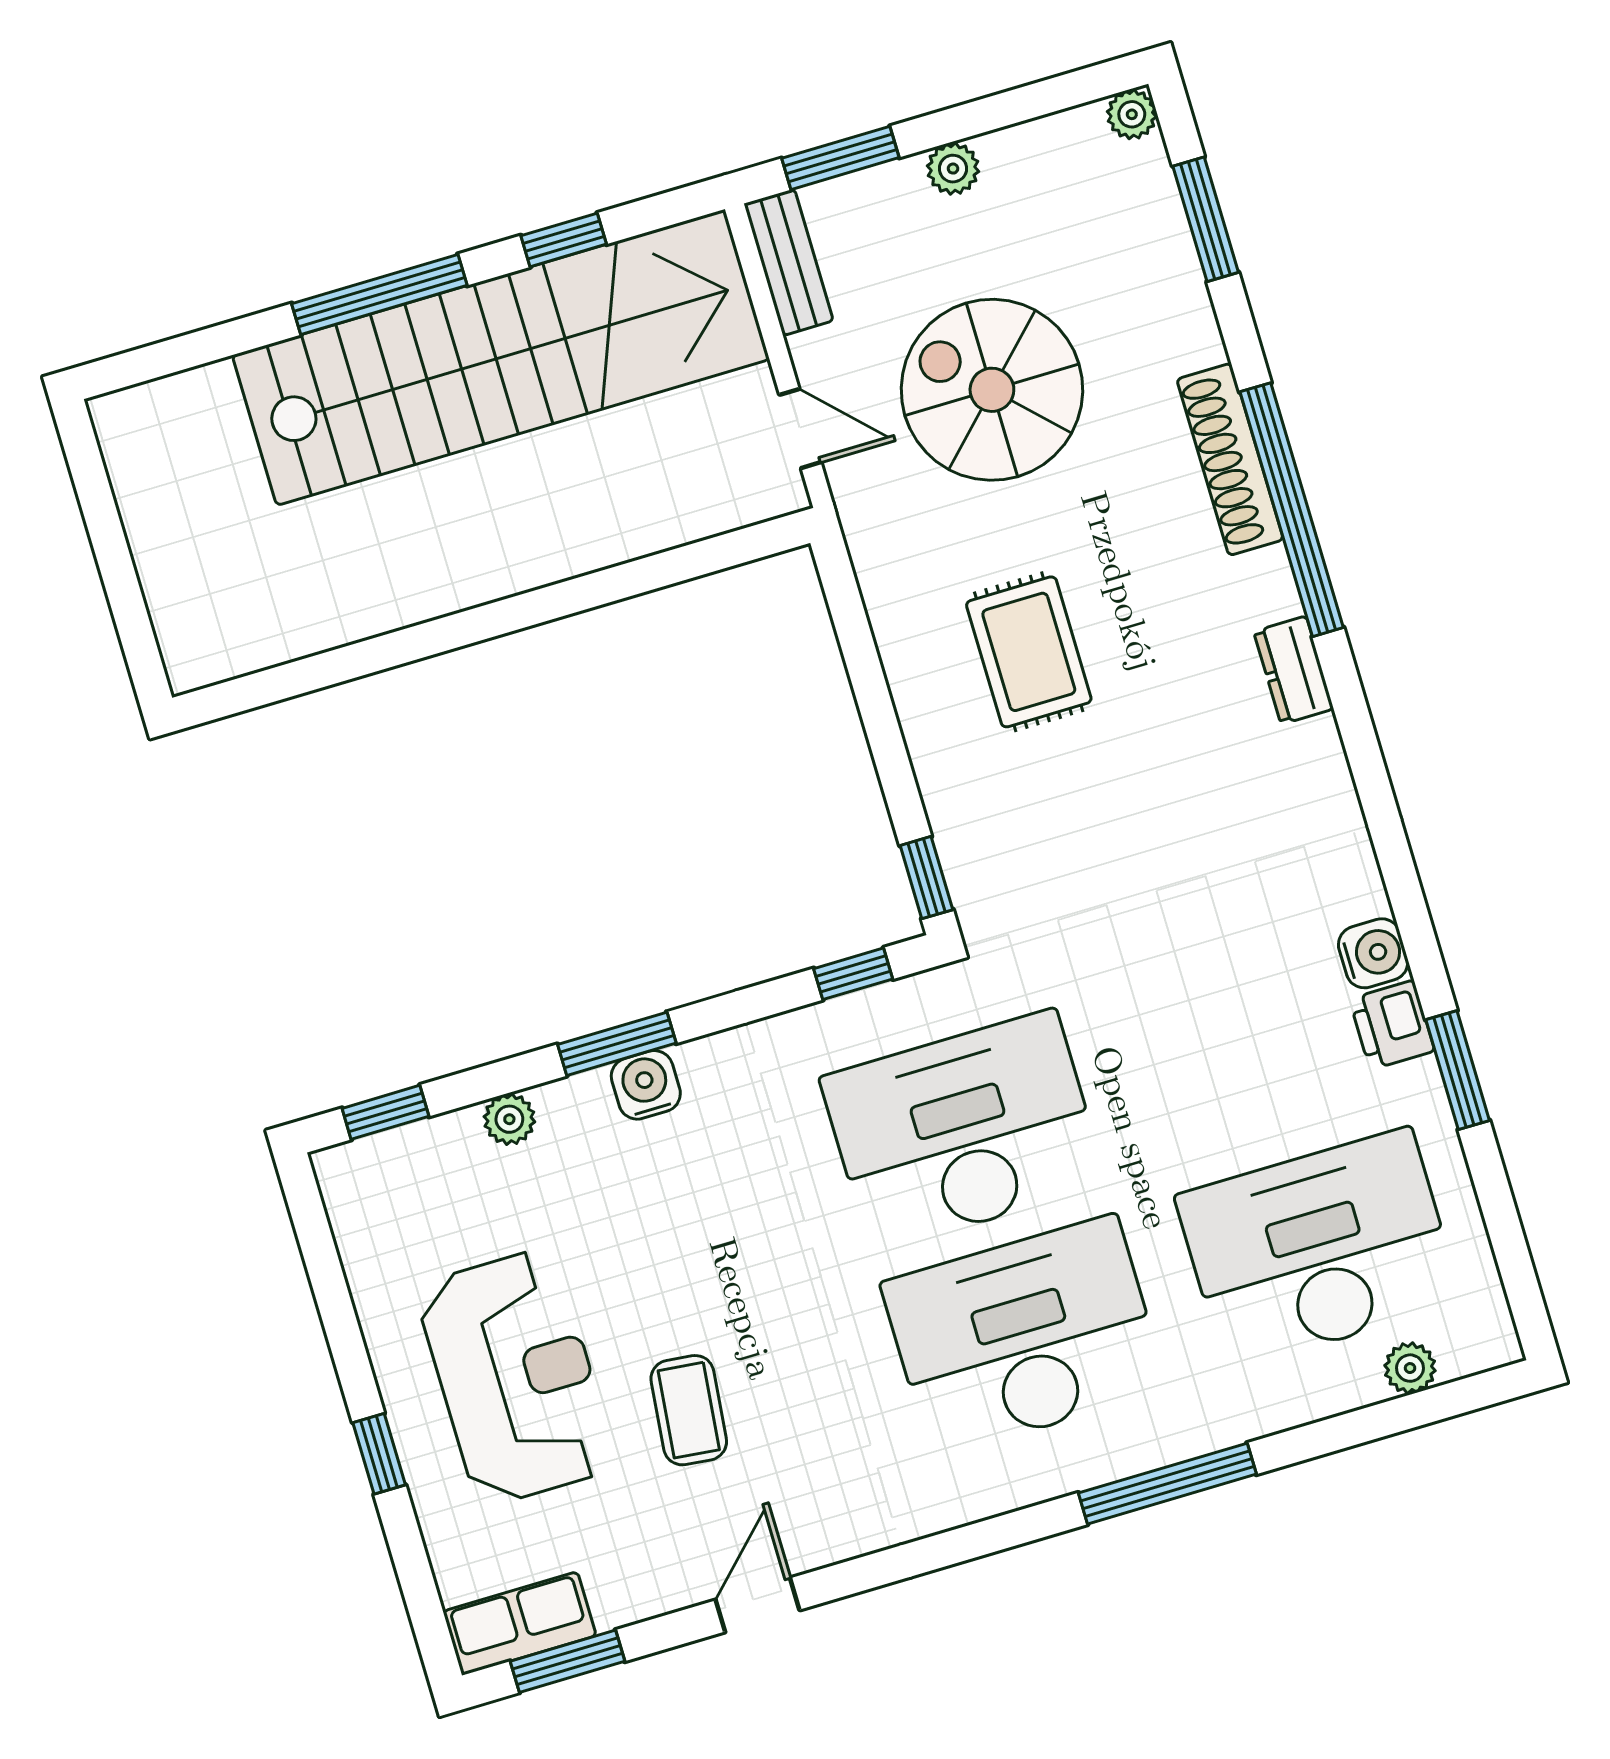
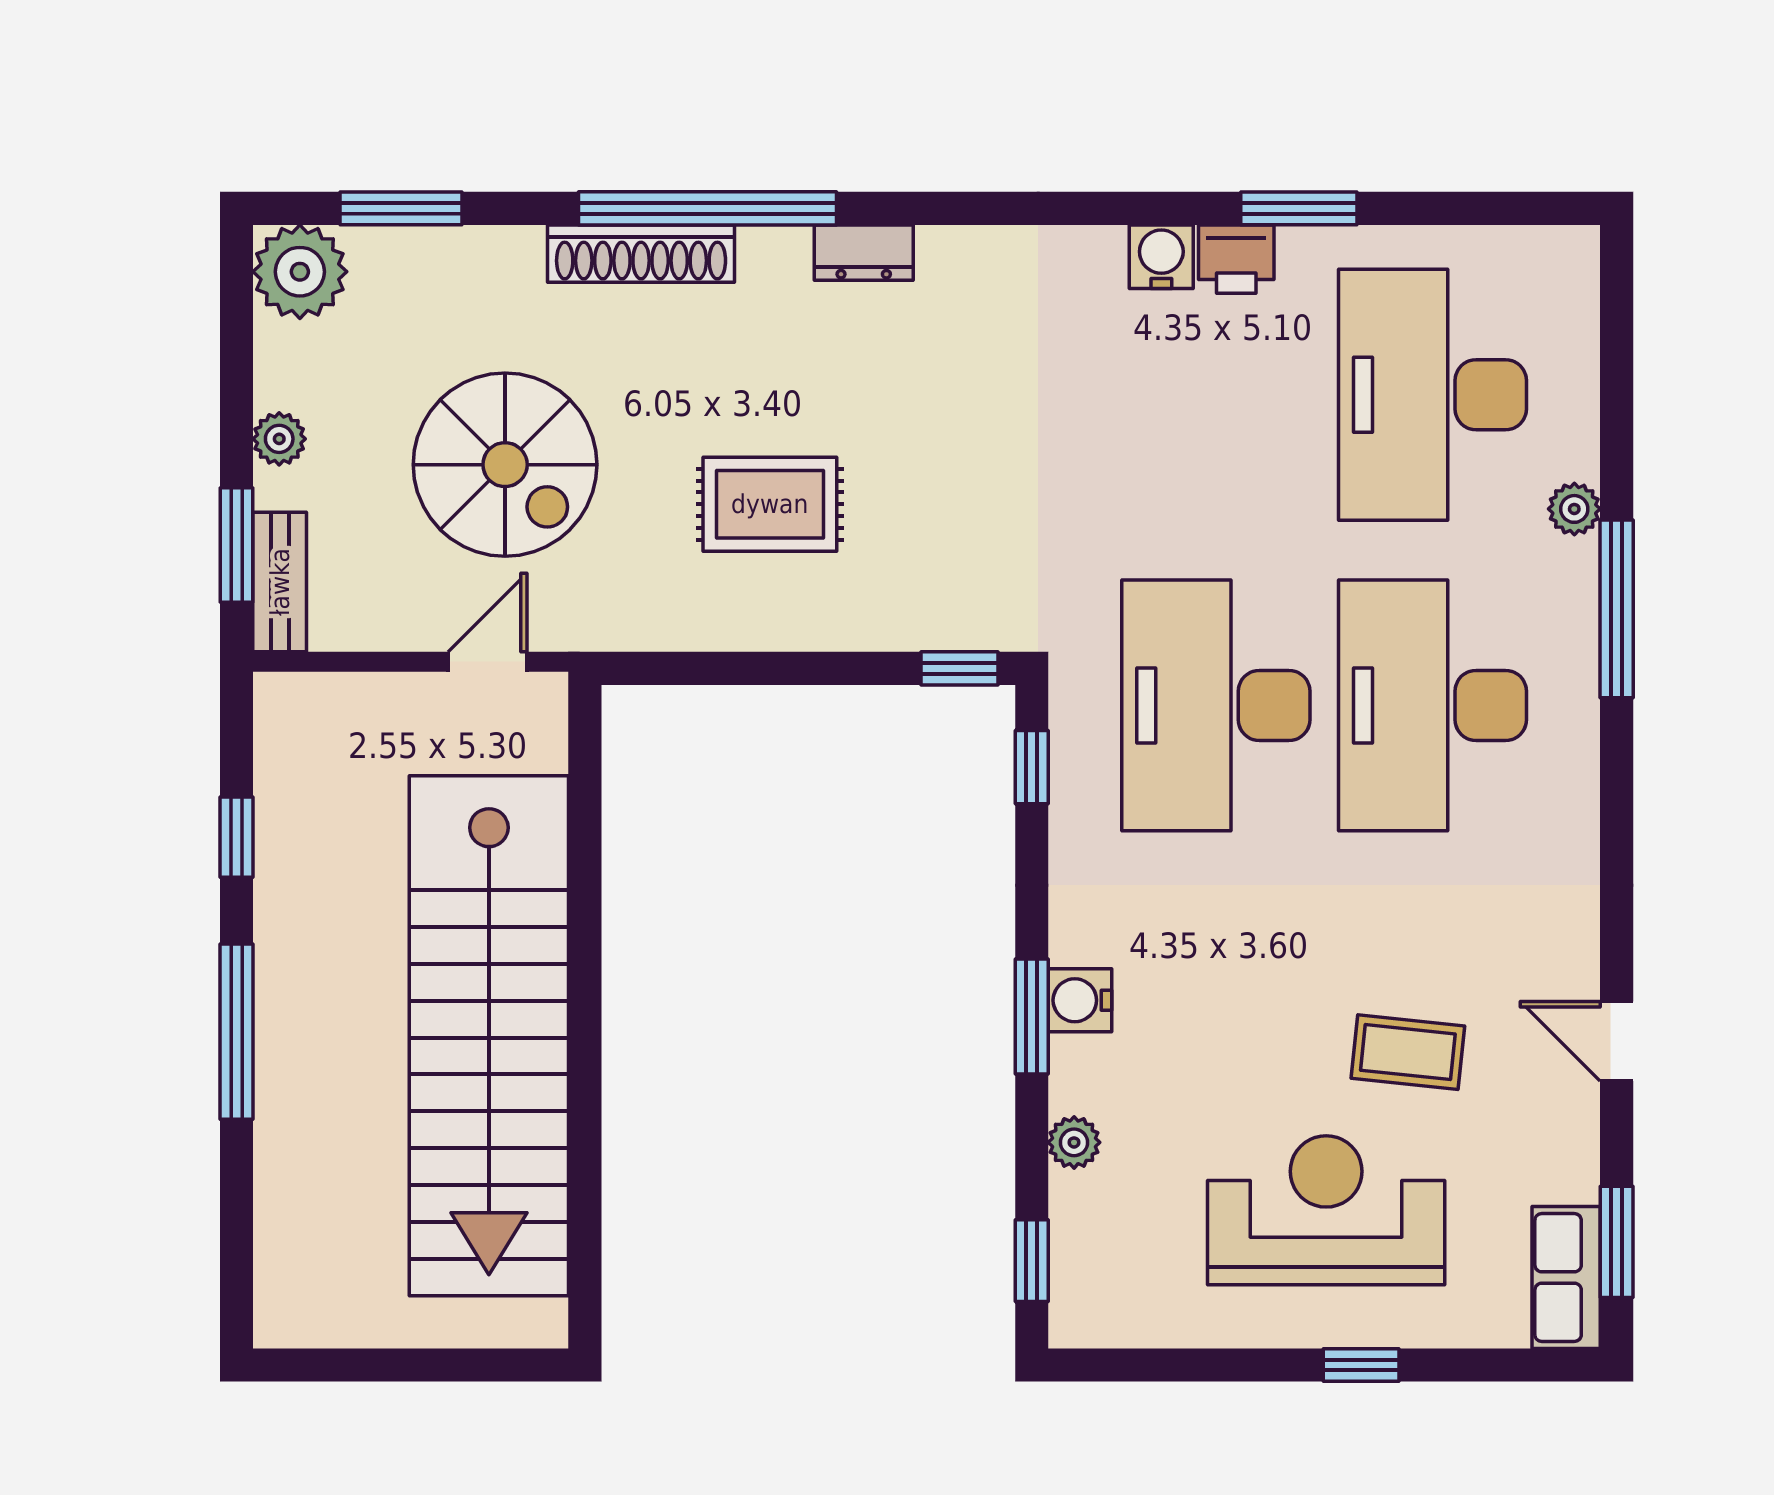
plant: (1132, 114) -> (300, 272), width x1.88, depth x1.88
bench: (789, 262) -> (280, 582), moved, turned 90
stairs: (501, 357) -> (489, 1036), moved, turned 180
spiral stairs: (992, 390) -> (505, 465), turned -90
plant: (1410, 1368) -> (1574, 509), moved

